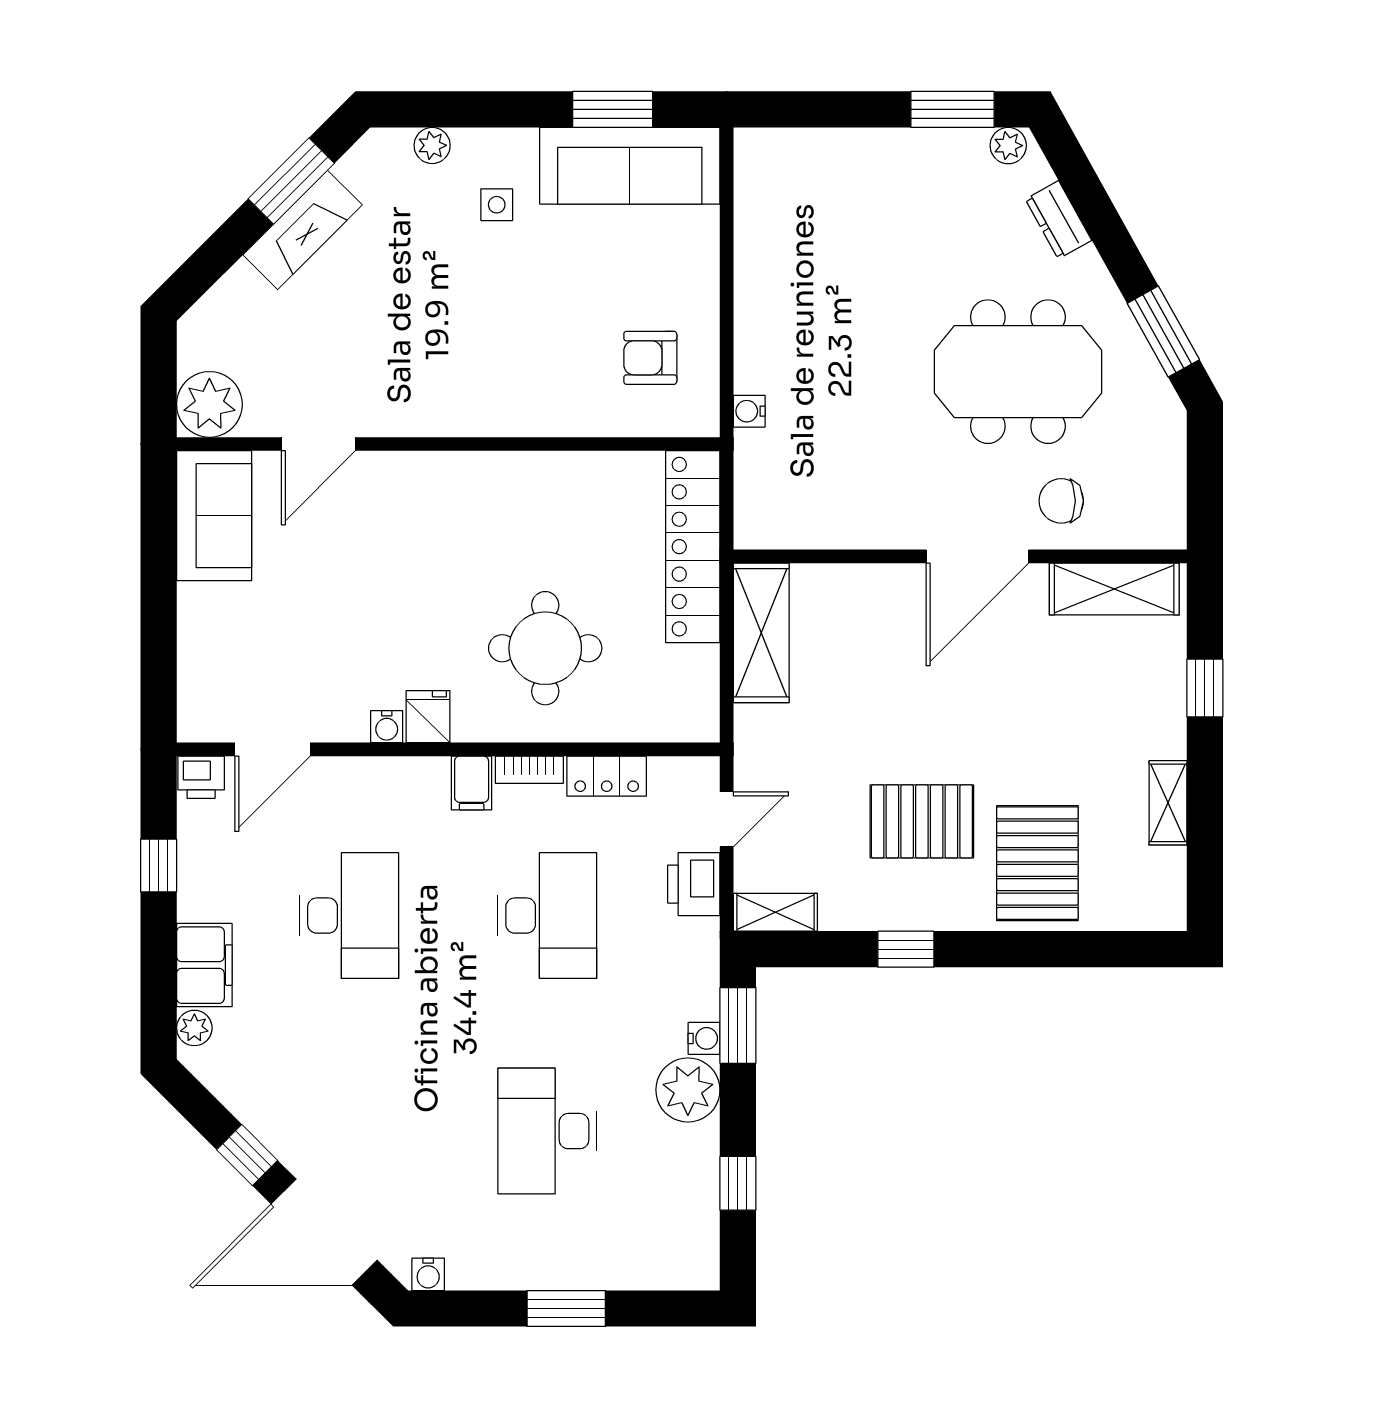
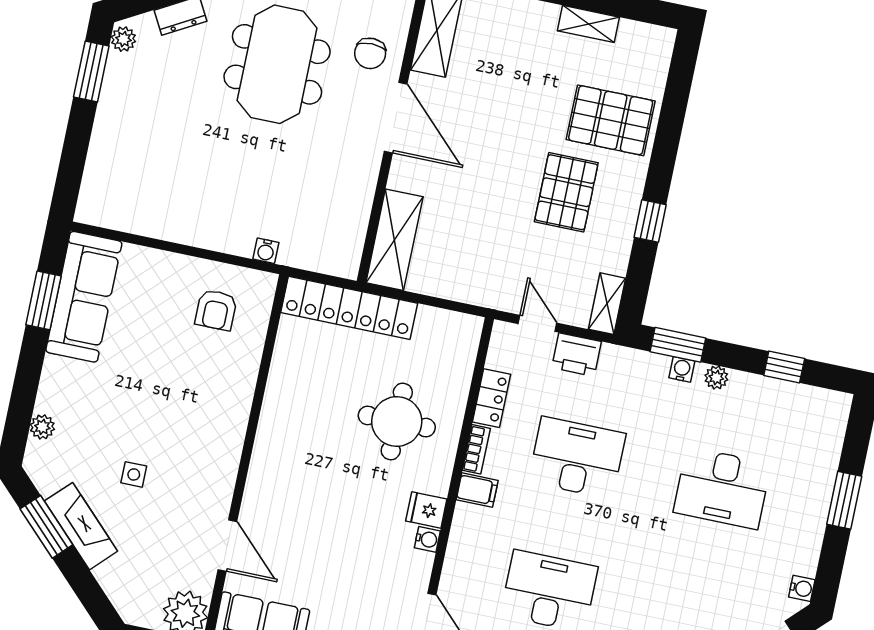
side table: (497, 205) -> (134, 474), moved
shelving: (761, 633) -> (394, 240), moved, turned 90
plant: (688, 1090) -> (716, 377), width x0.53, depth x0.53

